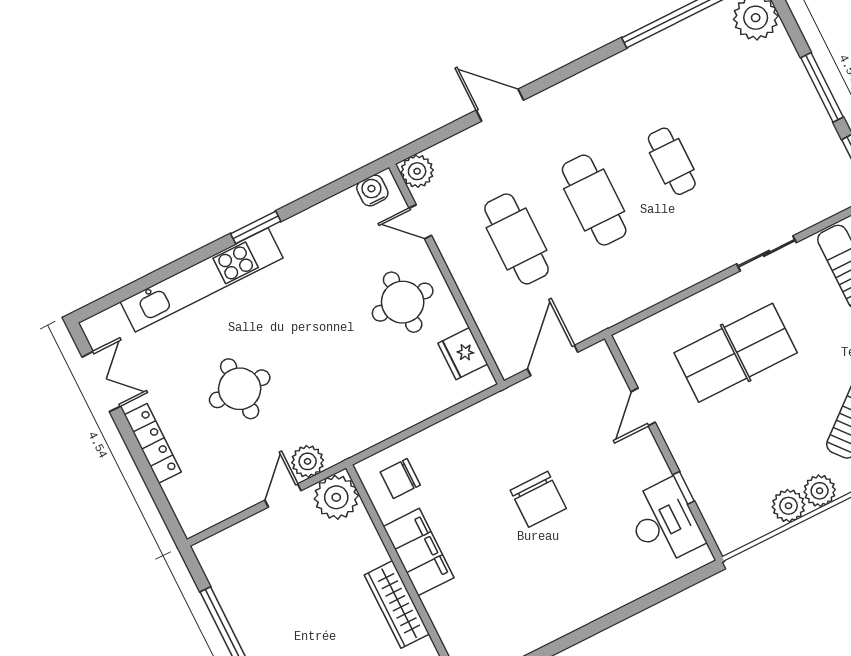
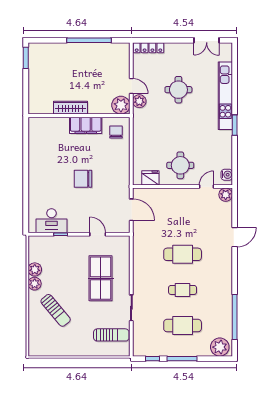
cafe table: (517, 239) -> (183, 326), moved
locker: (153, 443) -> (148, 48), moved

